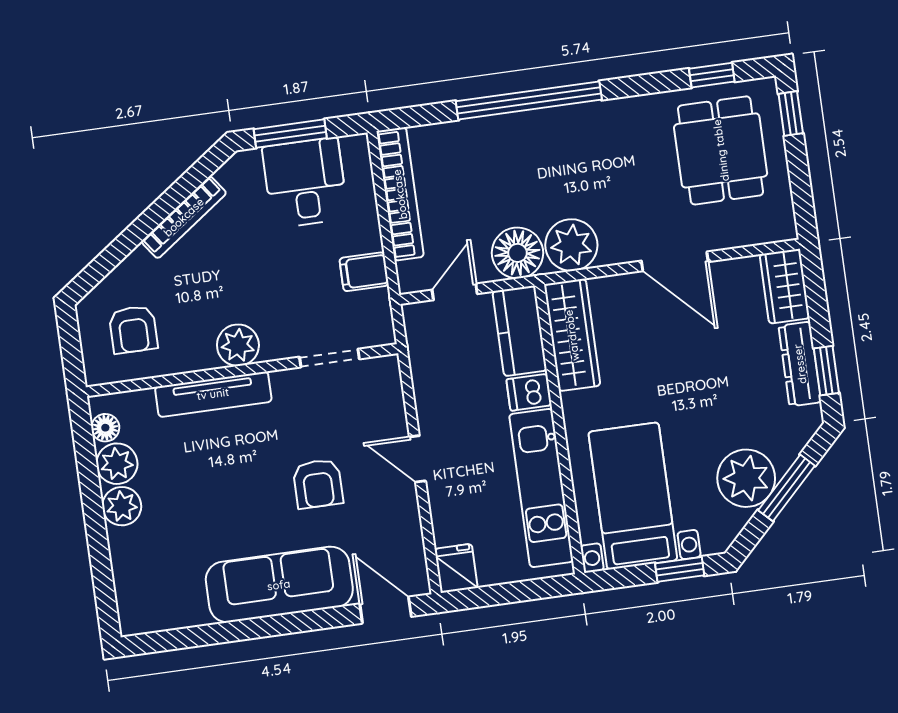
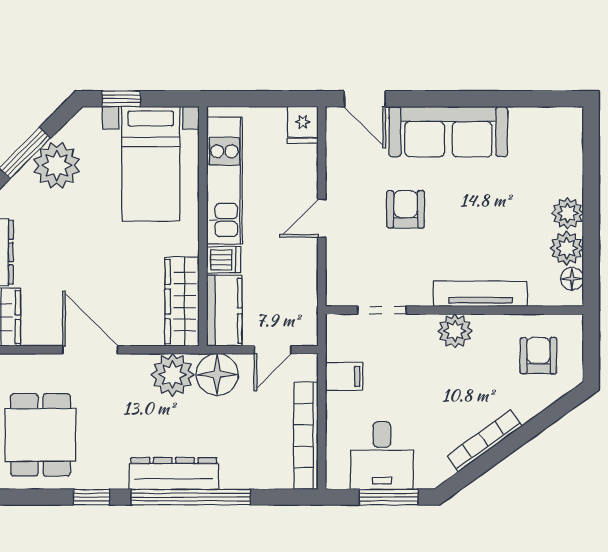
window: (712, 75) -> (91, 497), moved
dresser: (553, 126) -> (174, 474), added
door: (417, 459) -> (322, 218), swing flipped

